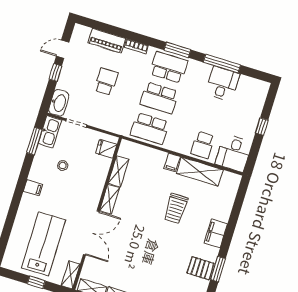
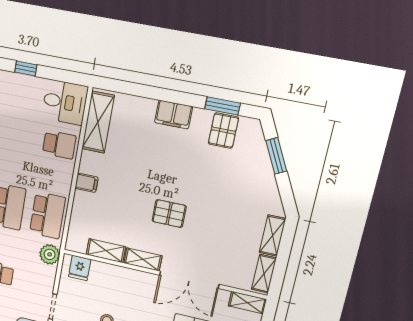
plant: (119, 126) -> (50, 254), added
shelving: (200, 172) -> (98, 122), moved
trolley: (176, 208) -> (146, 172), removed
pallet: (143, 223) -> (169, 214), added
double door: (91, 233) -> (189, 280), swing flipped

